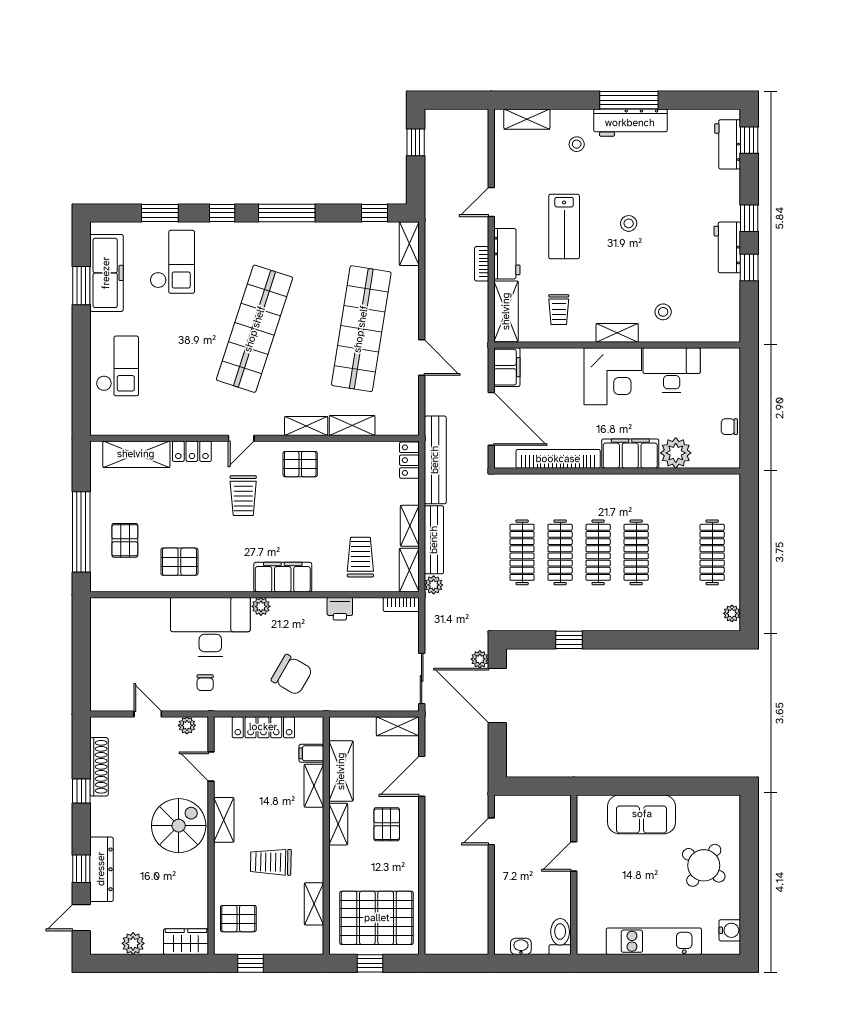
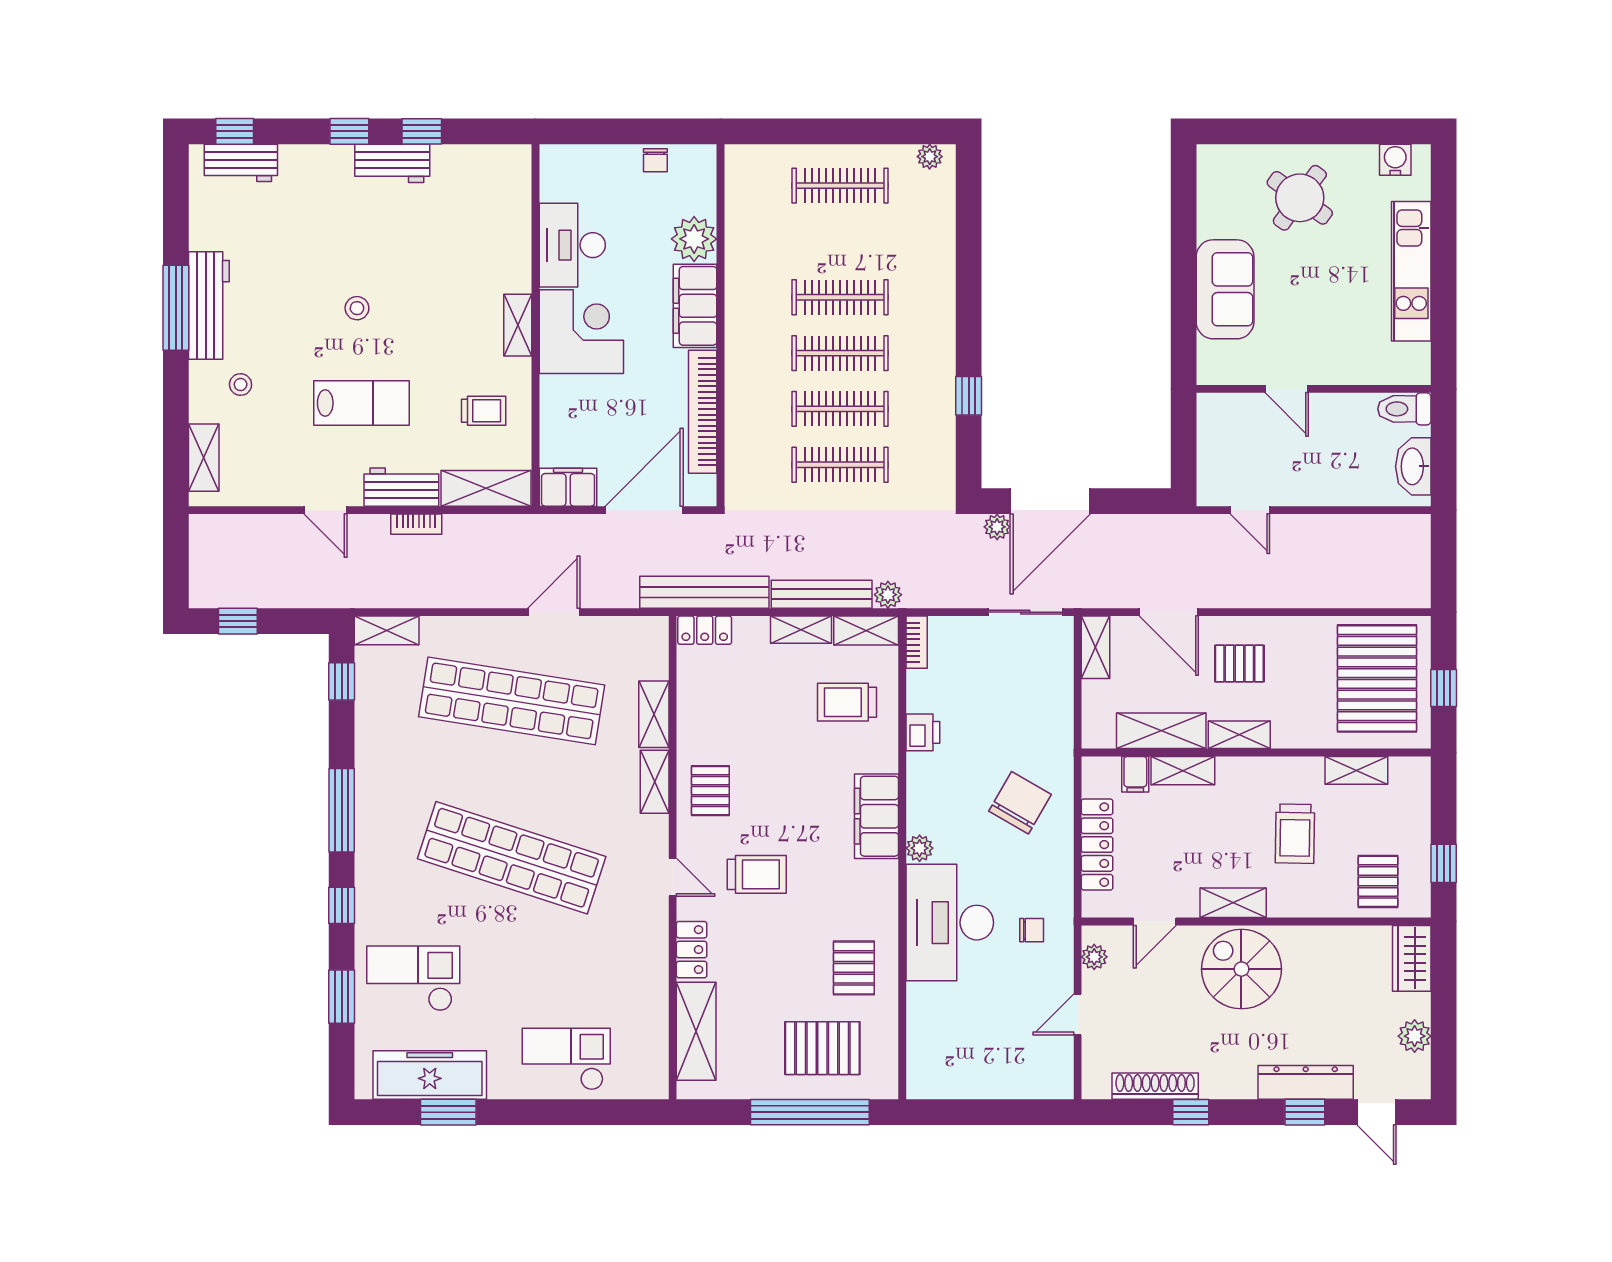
stool: (663, 312) -> (487, 258), removed
pallet: (125, 540) -> (822, 1048), width x1.50, depth x1.42
washbasin: (521, 946) -> (1413, 466), width x1.91, depth x1.45

